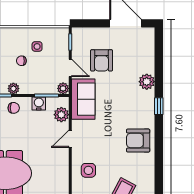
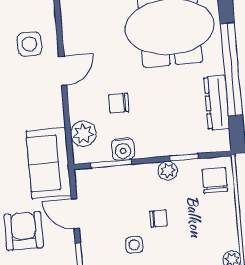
plant: (63, 88) -> (84, 178), removed
chair: (14, 108) -> (119, 103), moved
door: (70, 139) -> (63, 71), moved

